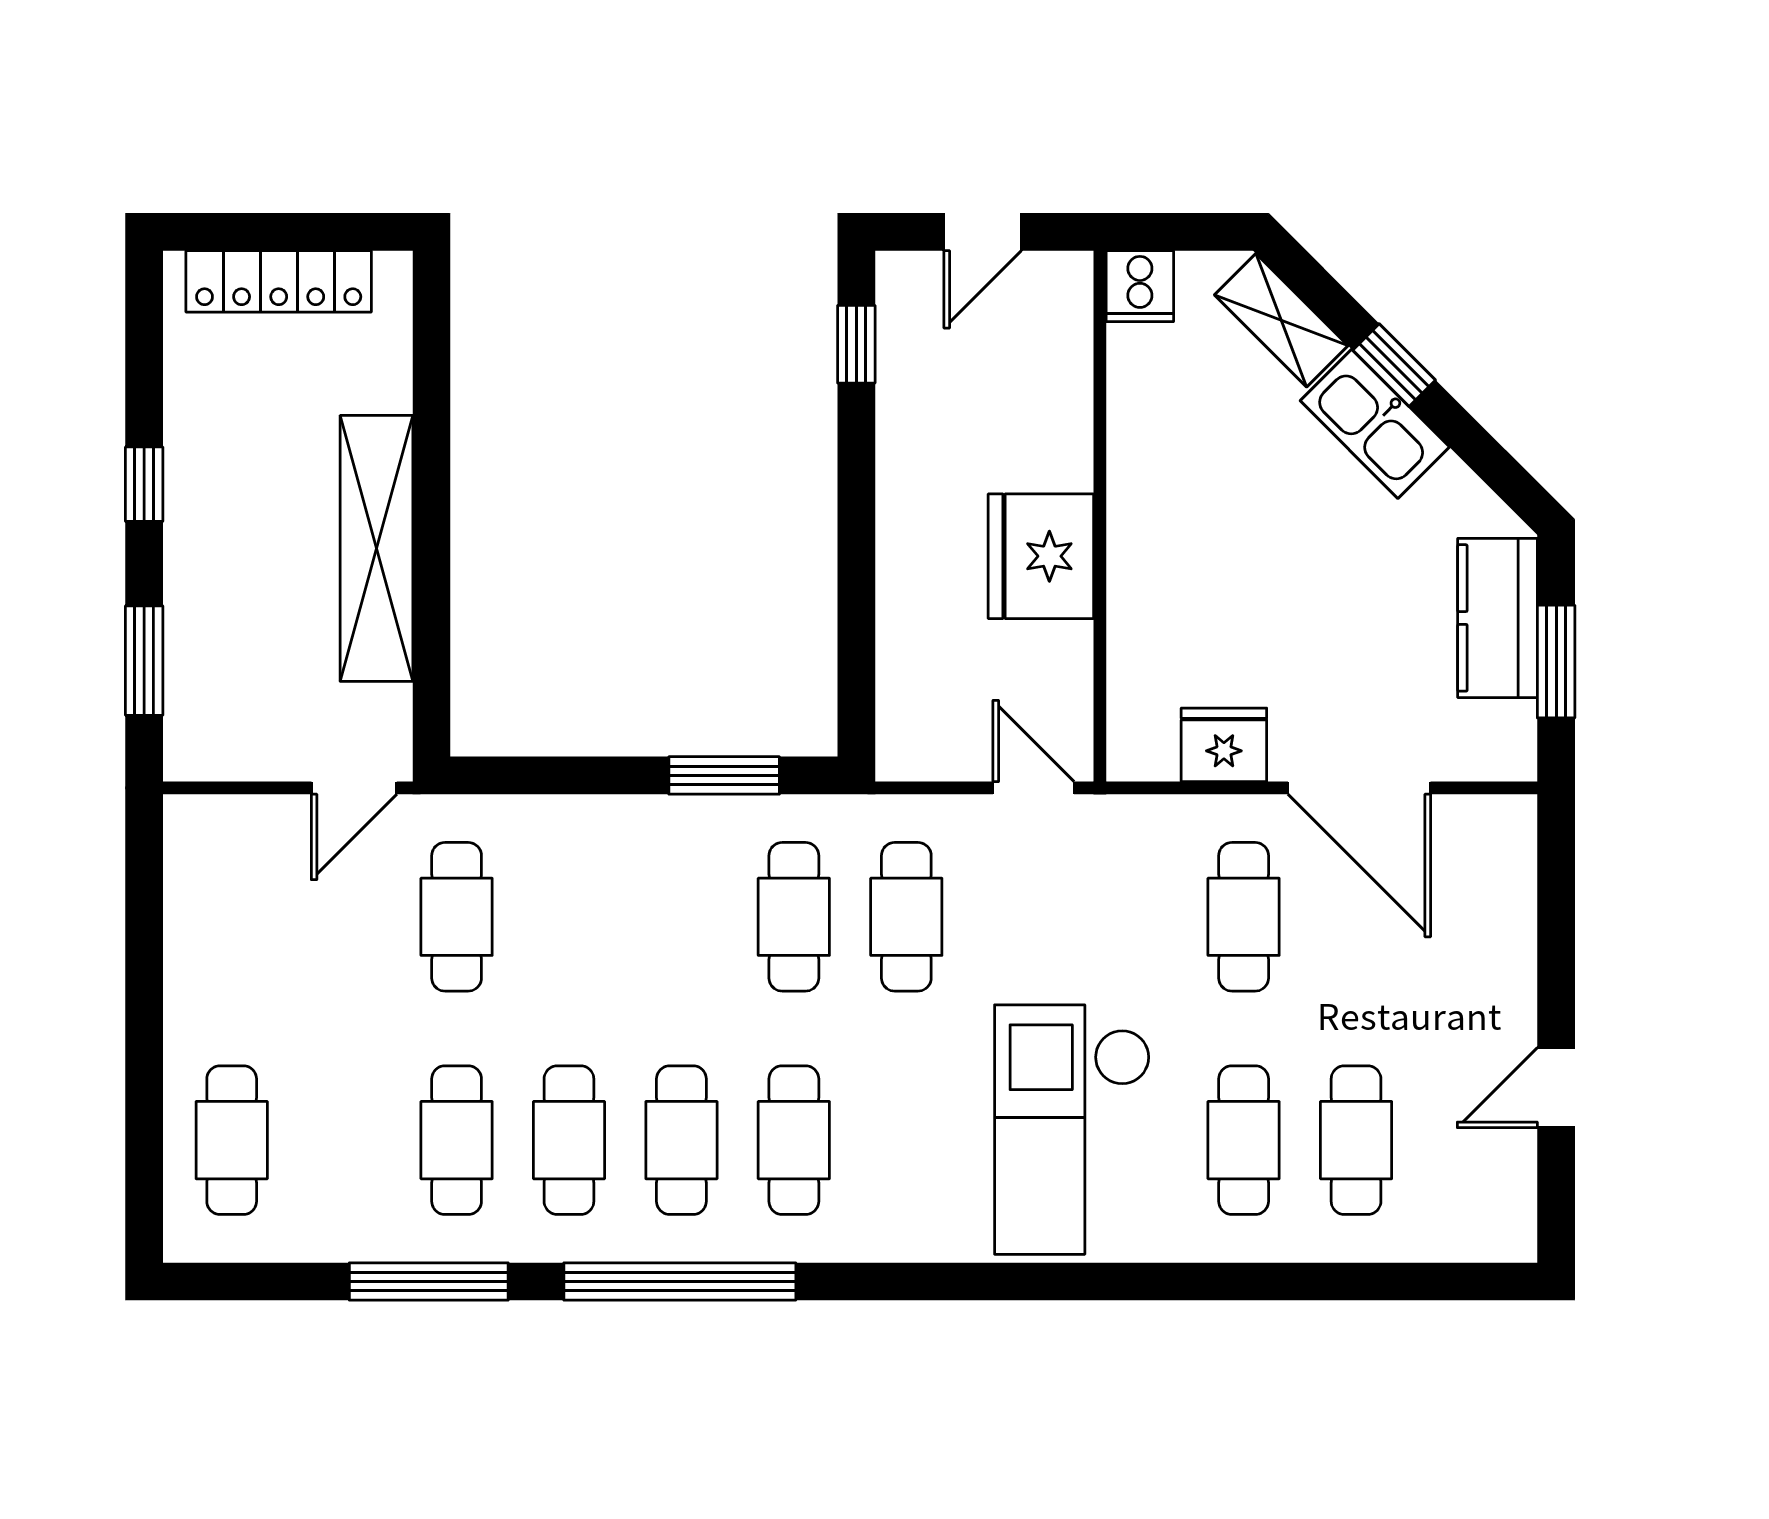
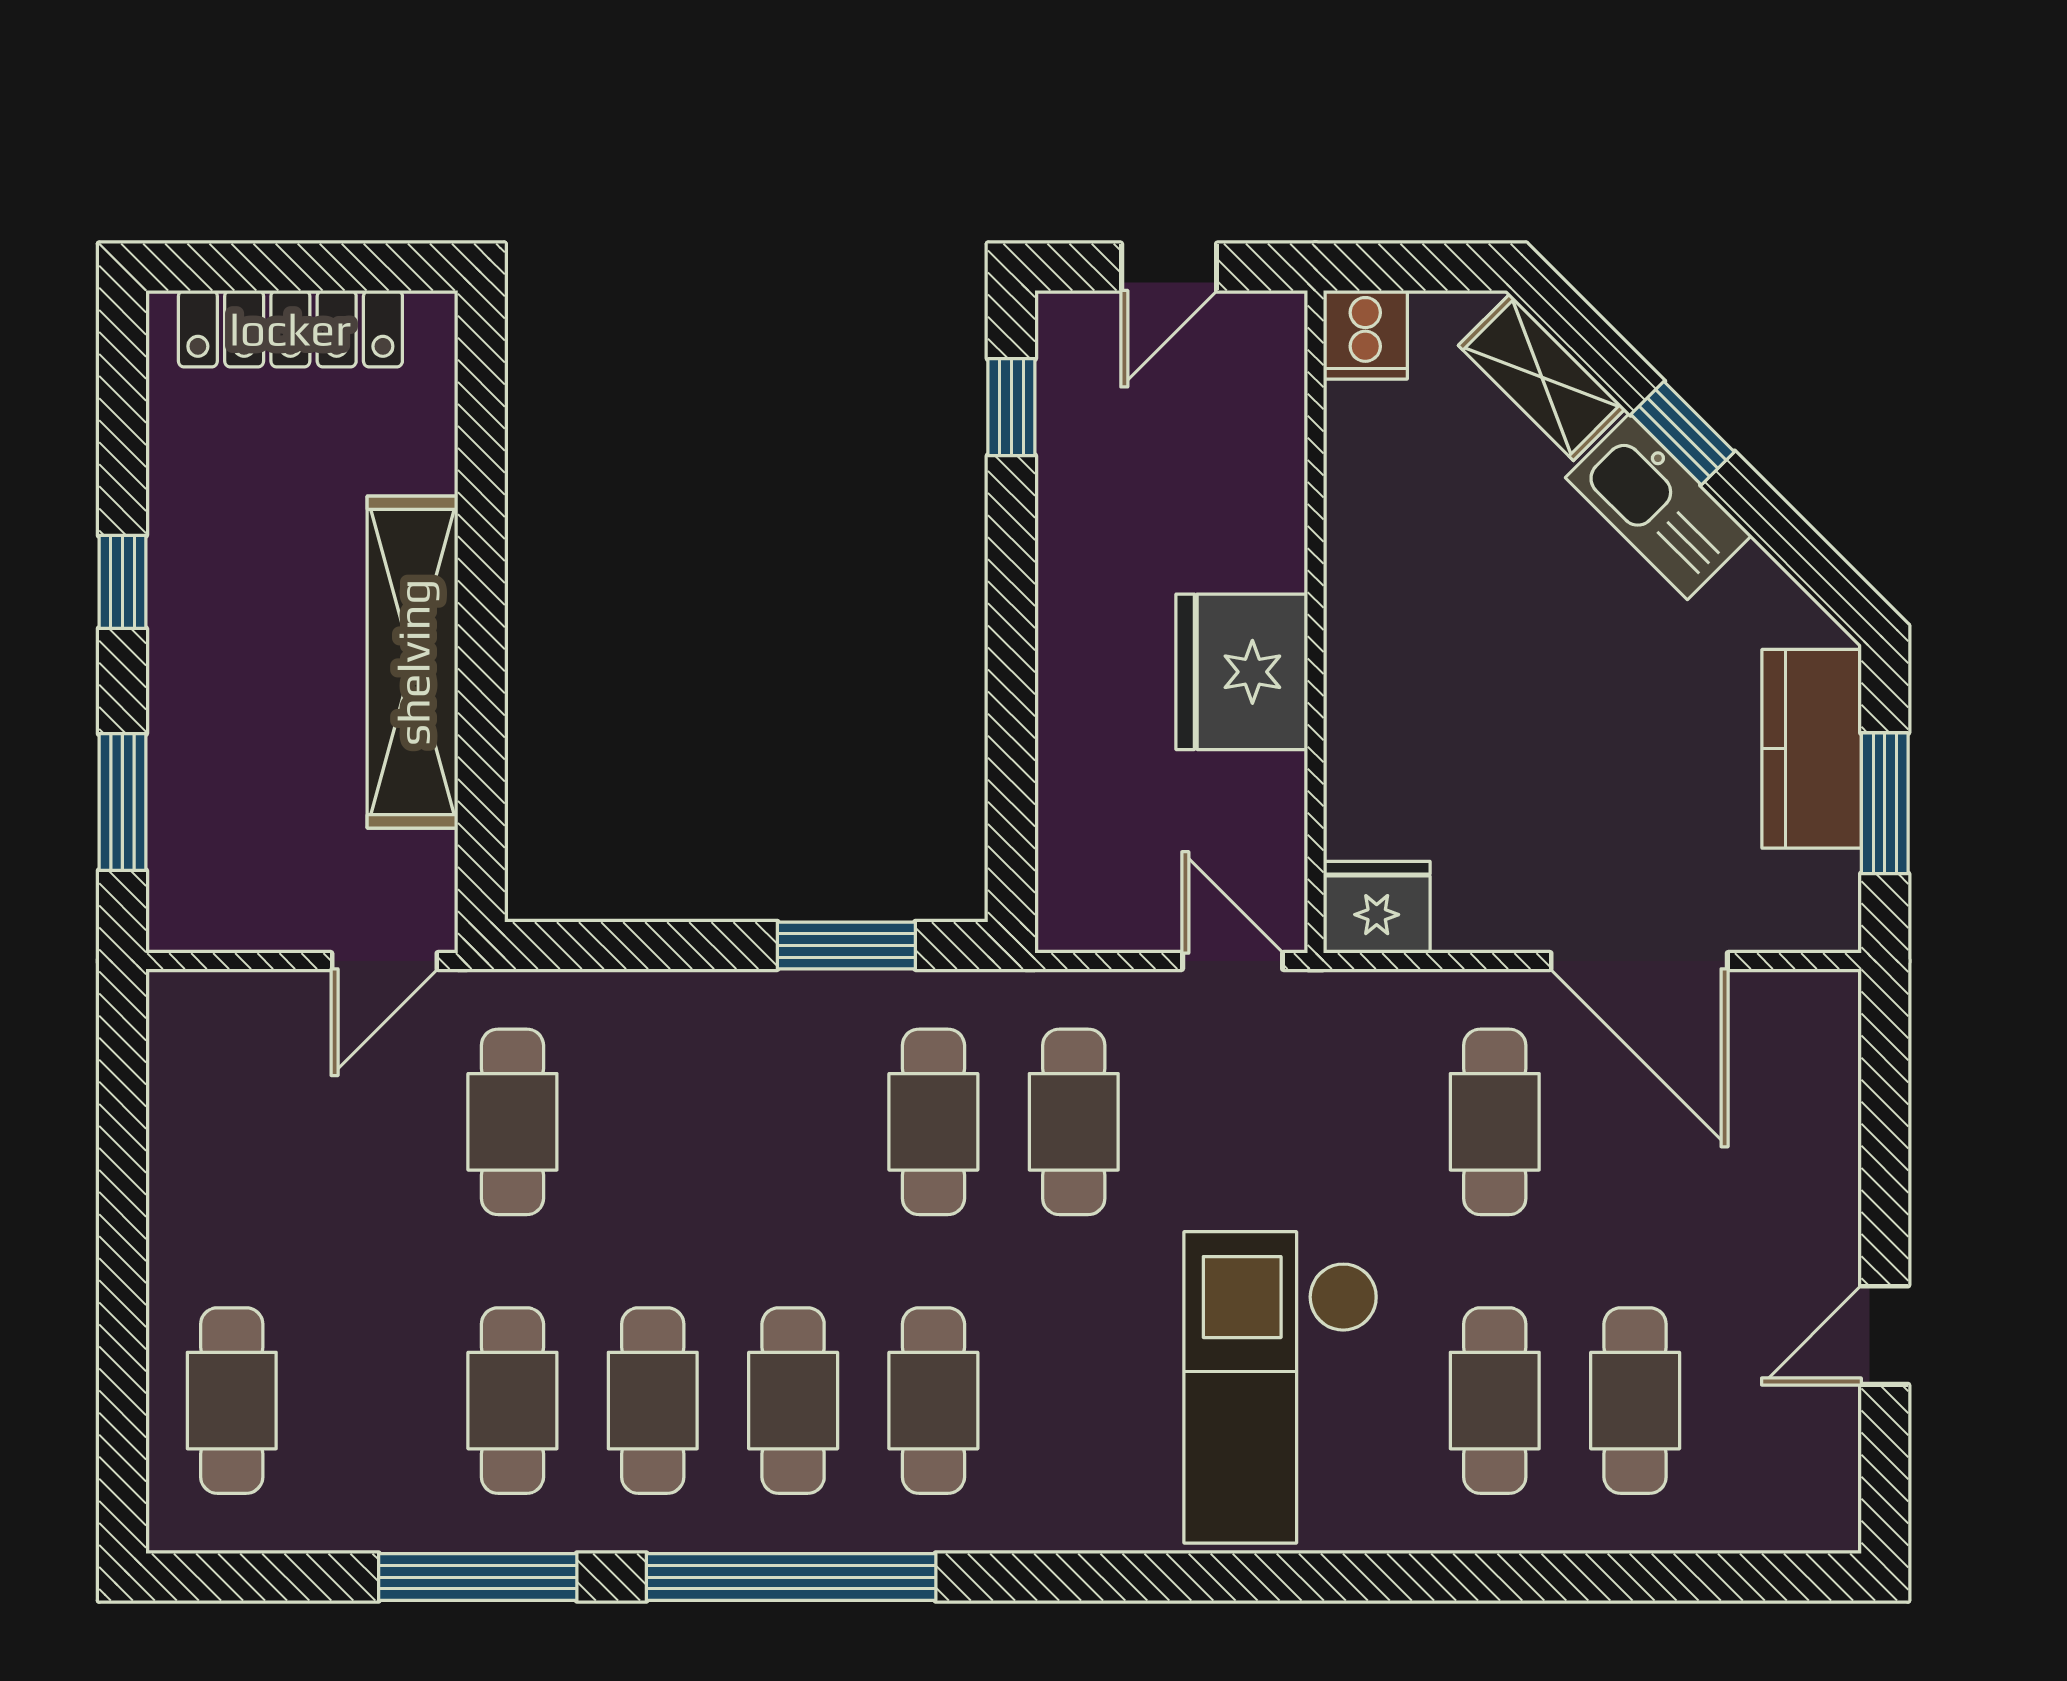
fridge: (1224, 745) -> (1377, 907), moved

